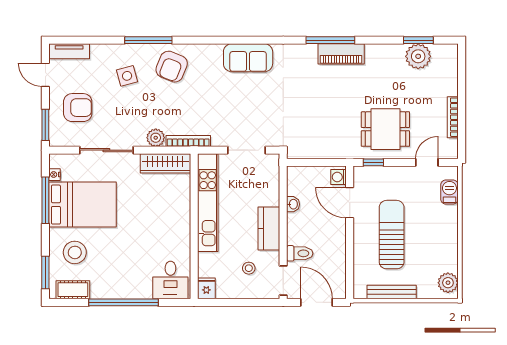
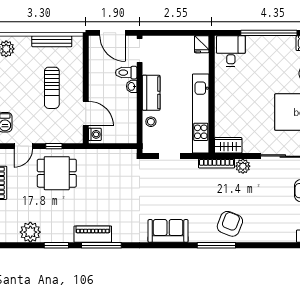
window: (148, 40) -> (216, 245), moved
window: (418, 40) -> (56, 245), moved
side table: (127, 76) -> (266, 216), removed
doorway: (246, 150) -> (169, 156), width x0.73
window: (373, 162) -> (54, 146), moved
wardrobe: (165, 163) -> (228, 145), width x0.67
washbasin: (293, 204) -> (132, 86), moved
sun lounger: (392, 235) -> (52, 88), width x0.73, depth x0.75
stool: (249, 268) -> (151, 122), moved

